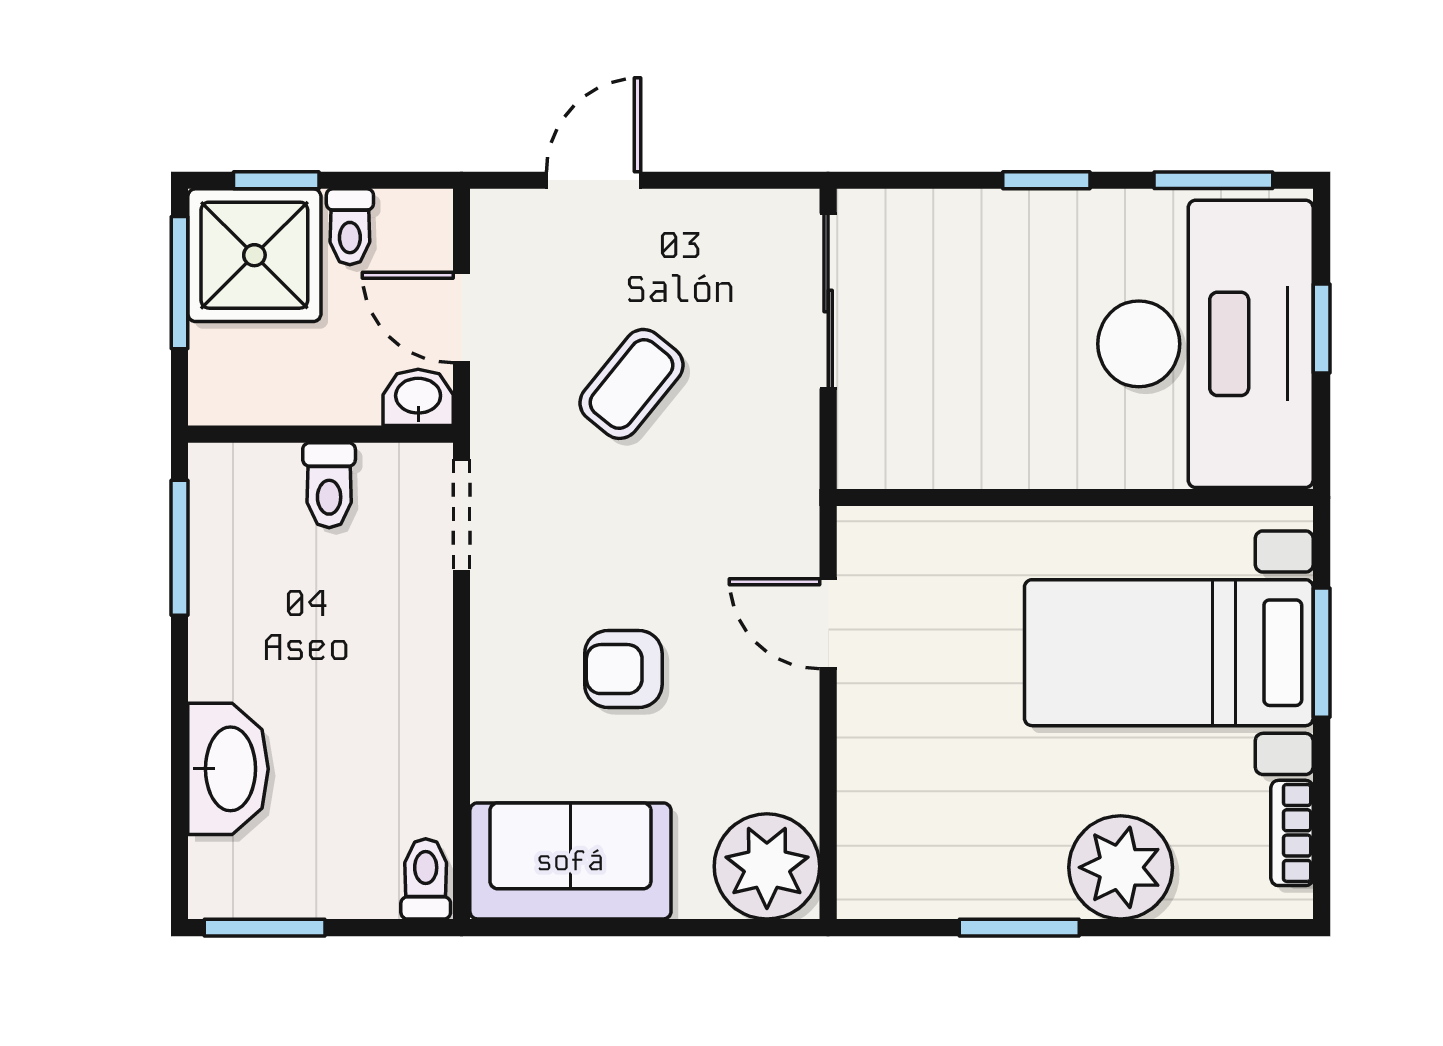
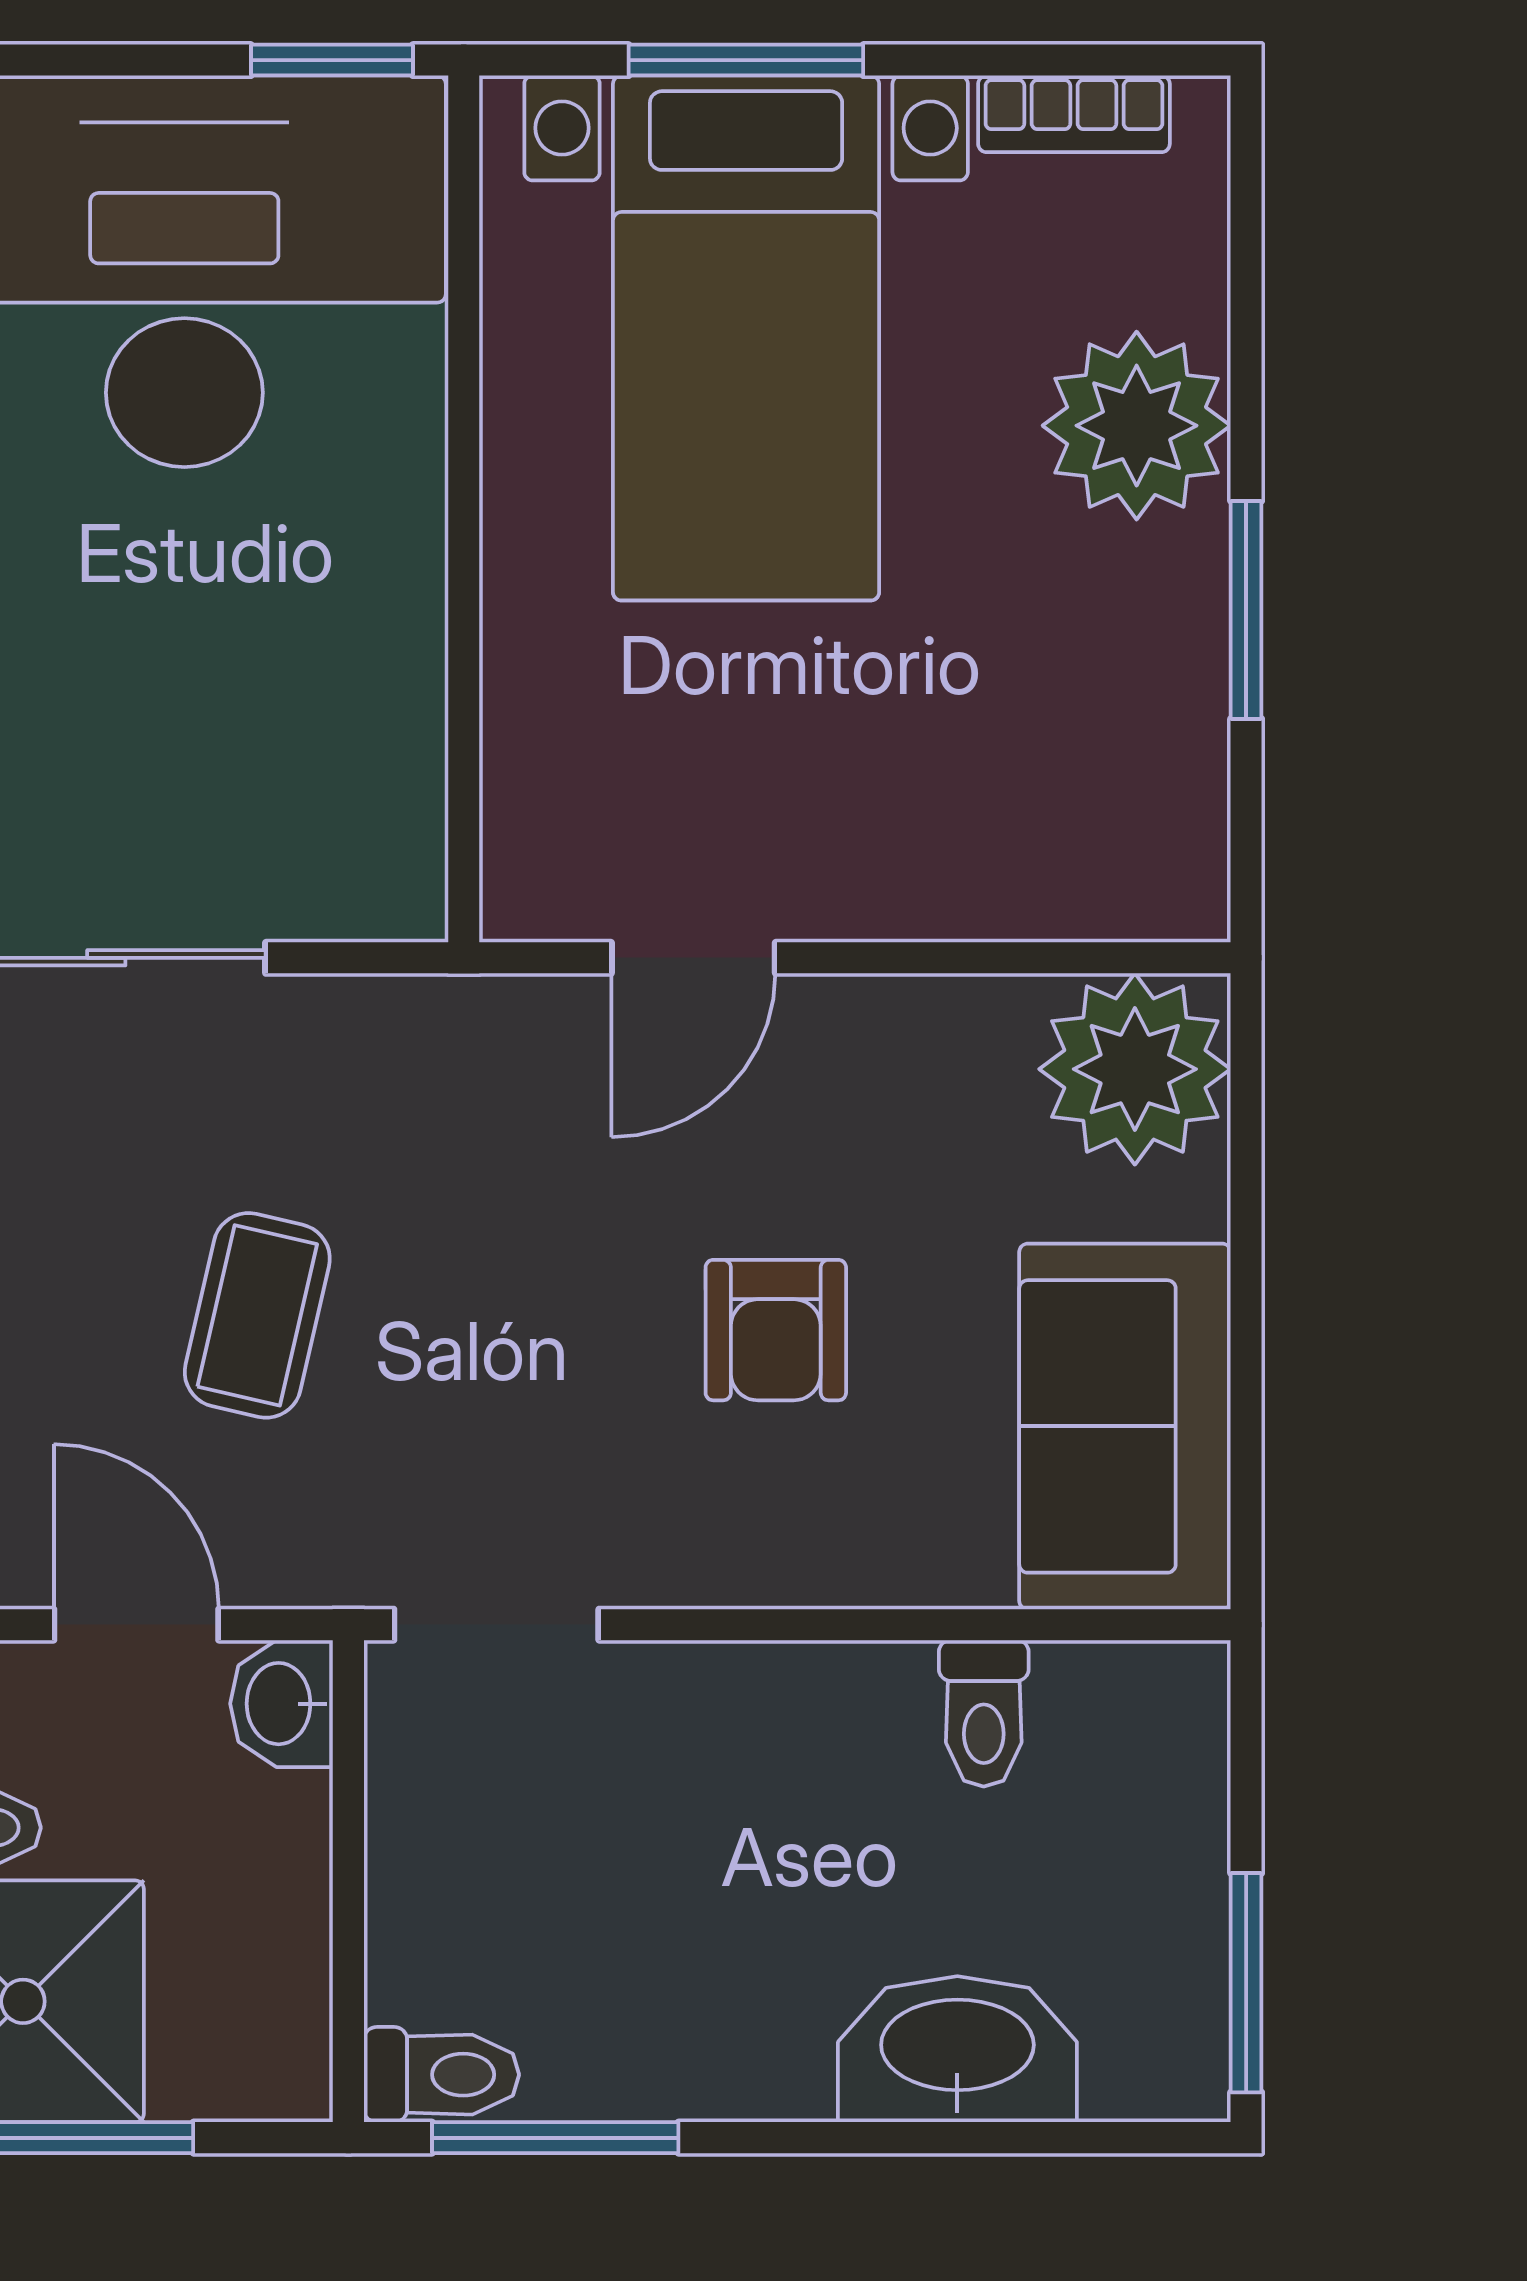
door: (461, 317) -> (136, 1625), swing flipped
window: (1322, 329) -> (332, 60), moved
coffee table: (631, 384) -> (257, 1315), turned 64
toilet: (329, 485) -> (441, 2075), moved
toilet: (426, 879) -> (984, 1713), moved, turned -90

